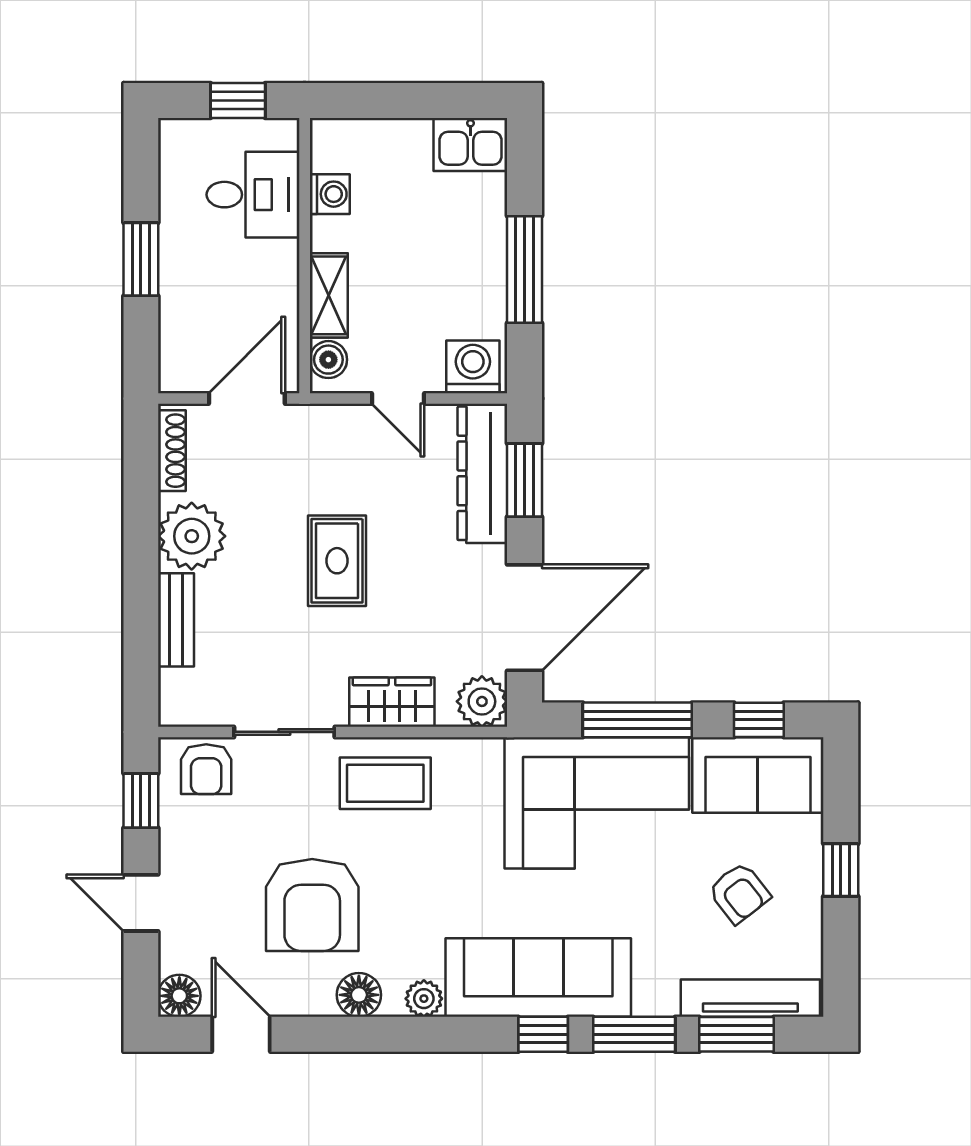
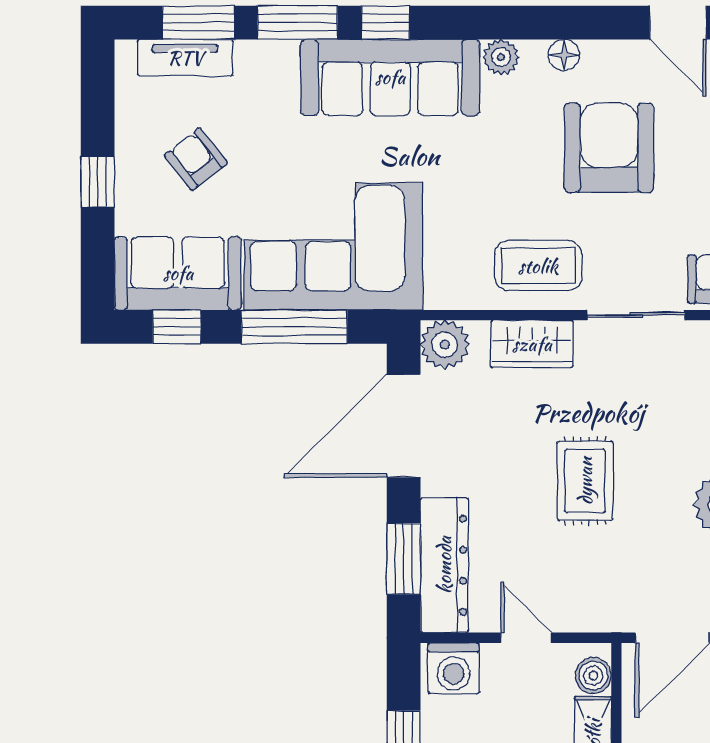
floor lamp: (359, 995) -> (564, 55), width x0.73, depth x0.73
tv unit: (750, 998) -> (185, 58), width x0.71

